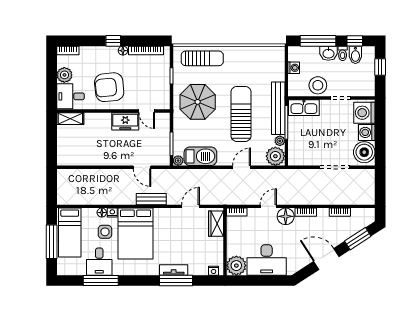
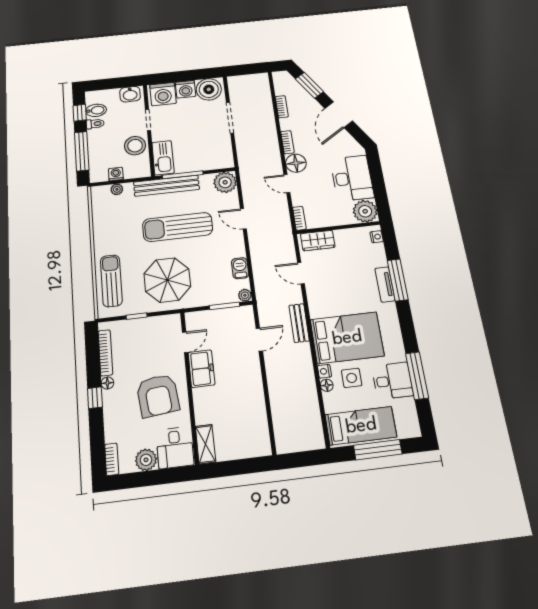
washbasin: (328, 53) -> (130, 94), moved, turned 90
window: (380, 67) -> (109, 84), removed
plant: (280, 141) -> (117, 189), moved
barbecue: (200, 156) -> (240, 268), width x0.53, depth x0.65

